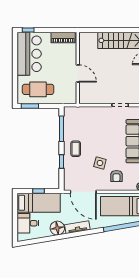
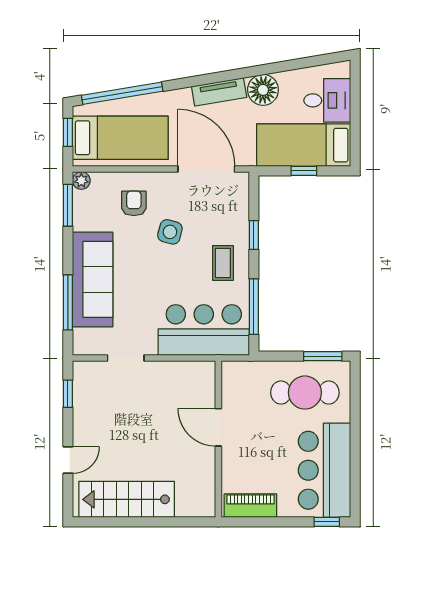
bar counter: (84, 118) -> (204, 330), added

